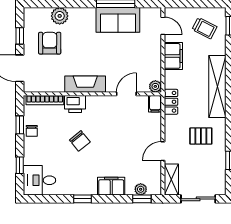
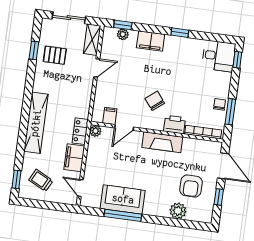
locker: (171, 102) -> (80, 131), moved
filing cabinet: (155, 104) -> (110, 116), moved
window: (20, 125) -> (230, 112), width x1.50
pallet: (201, 136) -> (55, 55), moved
chair: (80, 141) -> (155, 101), moved
window: (20, 165) -> (237, 60), moved

